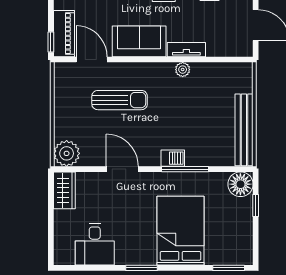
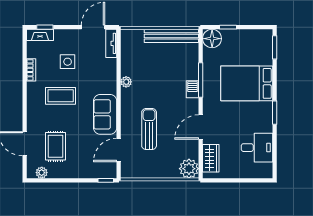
piano: (64, 34) -> (99, 171), removed
tv unit: (186, 50) -> (111, 43), moved
wardrobe: (64, 190) -> (211, 158), moved, turned 90

